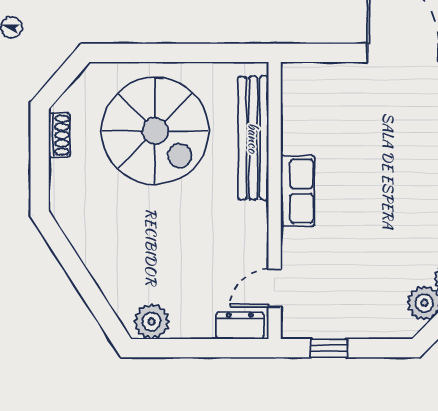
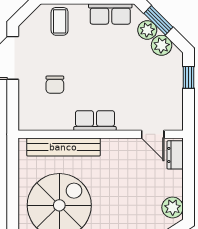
chair: (358, 124) -> (55, 85), added
window: (329, 348) -> (188, 77), moved

